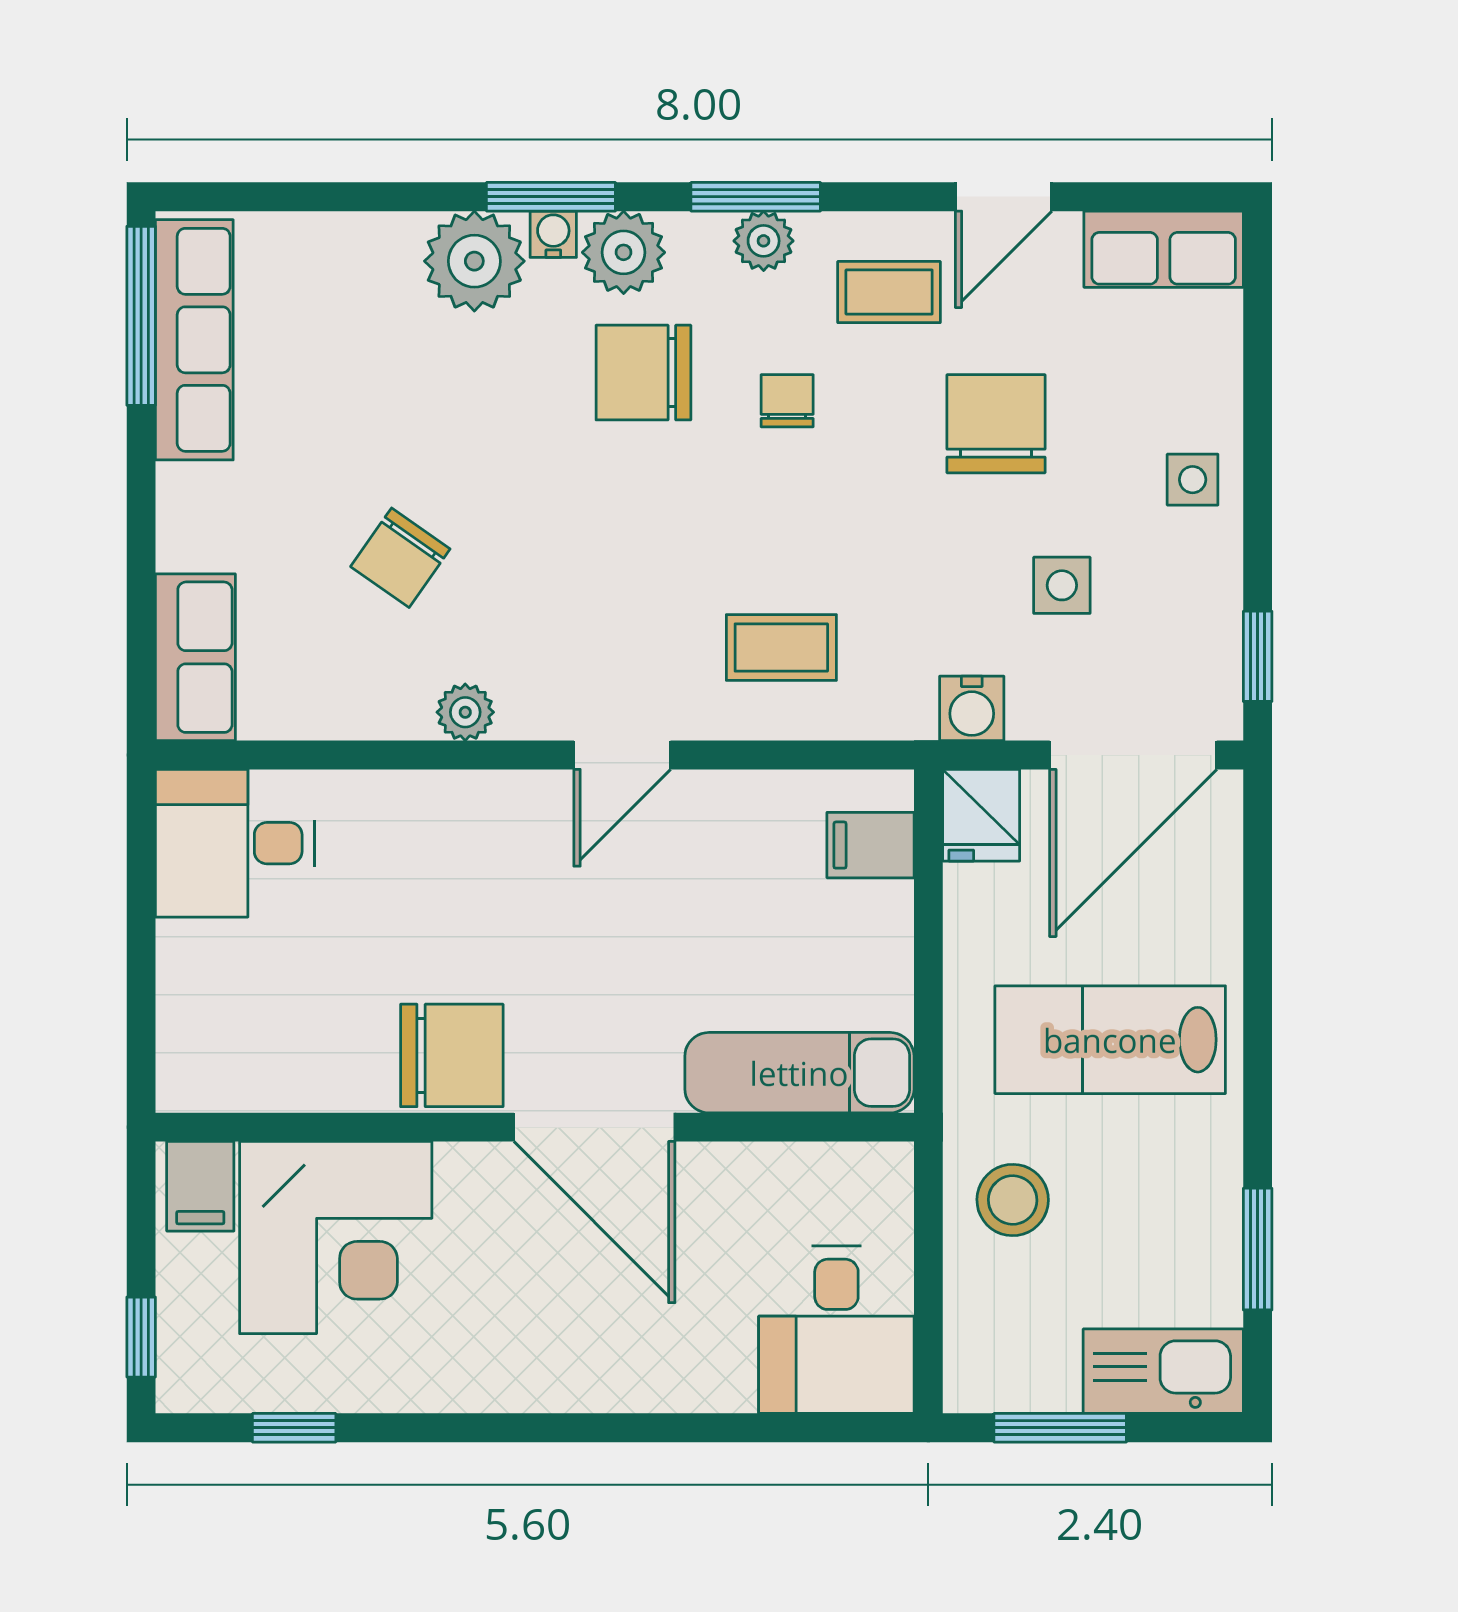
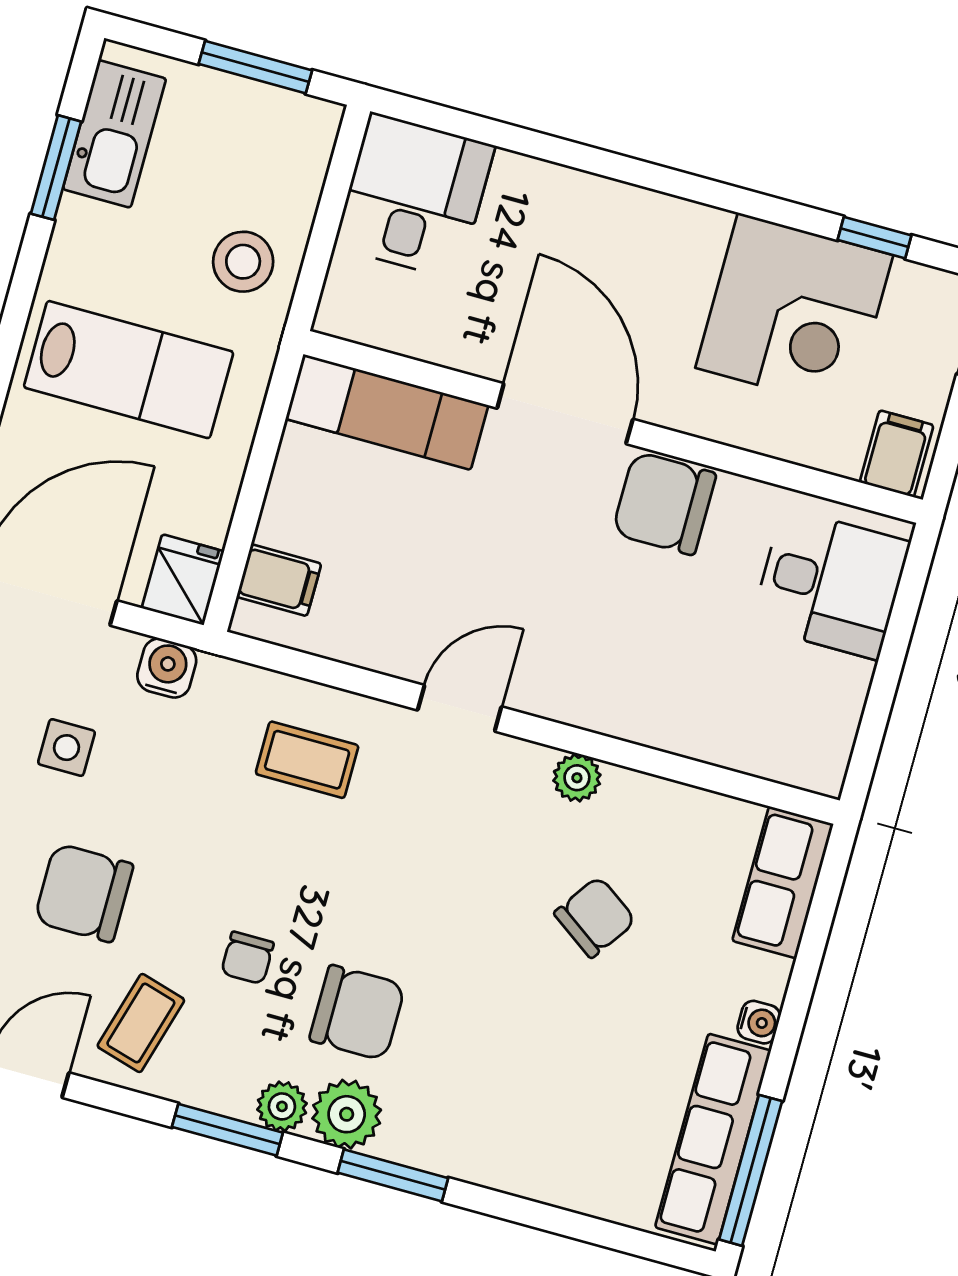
water cooler: (553, 234) -> (759, 1022), moved, turned -90
plant: (764, 241) -> (282, 1106), moved
plant: (474, 261) -> (469, 1140), removed
coffee table: (889, 292) -> (141, 1023), turned -74
chair: (996, 424) -> (84, 893), turned 90
desk: (235, 843) -> (830, 584), moved
corner desk: (336, 1238) -> (794, 312), moved, turned 180
kitchen sink: (1163, 1371) -> (114, 134), moved, turned -90

